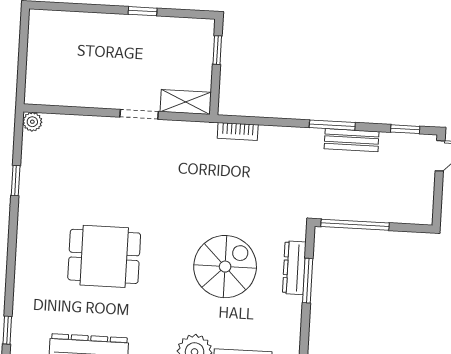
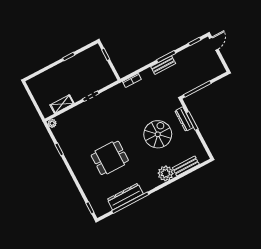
shelving: (186, 102) -> (62, 104), moved
bench: (352, 140) -> (163, 65), moved

